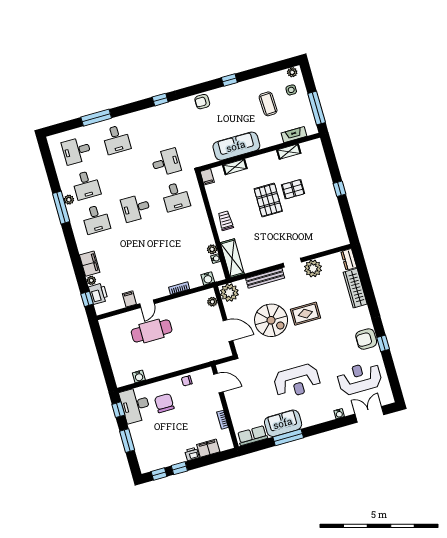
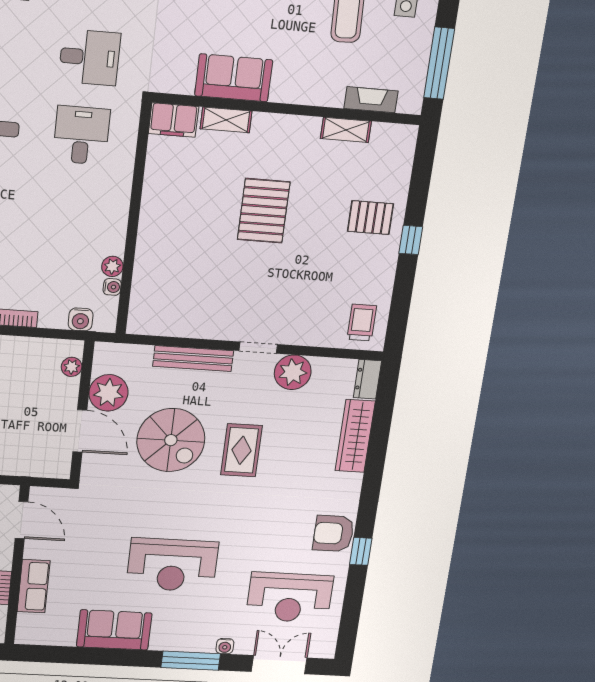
sofa: (236, 146) -> (234, 78), width x0.73
filing cabinet: (207, 177) -> (174, 120), width x2.00
pallet: (293, 189) -> (370, 218), moved
desk: (176, 197) -> (81, 135), turned 180
trolley: (226, 221) -> (362, 323), moved
shelving: (232, 258) -> (145, 298), removed
plant: (229, 293) -> (108, 393), moved
rug: (305, 314) -> (242, 450), turned 90
reception desk: (359, 378) -> (290, 597), turned 180
row of seats: (252, 436) -> (34, 586), moved, turned 90
window: (288, 437) -> (191, 661), moved

